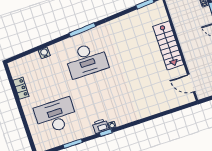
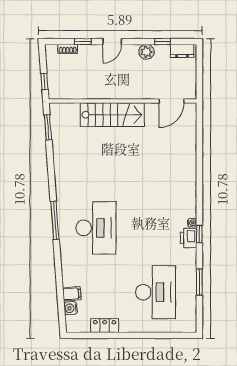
water cooler: (44, 53) -> (71, 308), moved
filing cabinet: (35, 58) -> (72, 294), added
desk: (56, 116) -> (156, 292), turned 180

